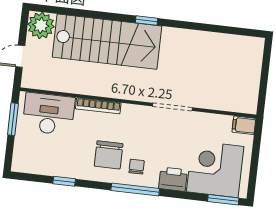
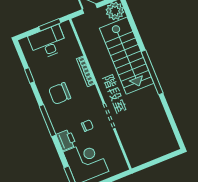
window: (146, 20) -> (152, 72), width x3.17
desk: (49, 114) -> (48, 42), moved, turned -90
filing cabinet: (244, 125) -> (121, 165), removed
chair: (137, 167) -> (87, 126), moved

